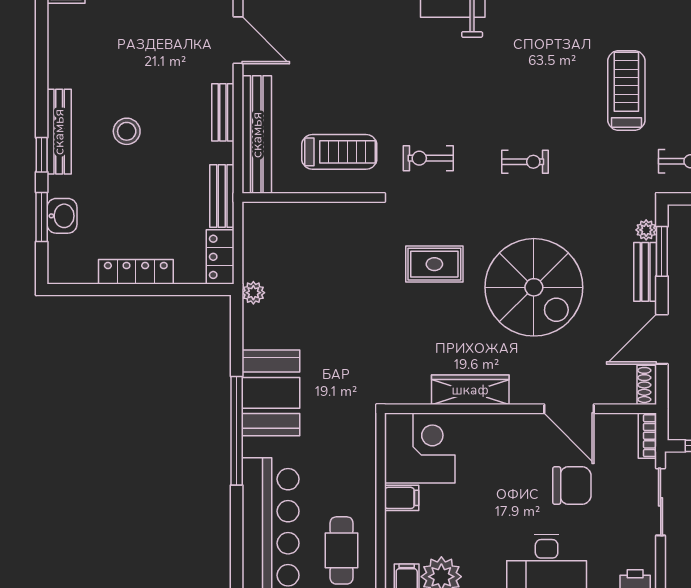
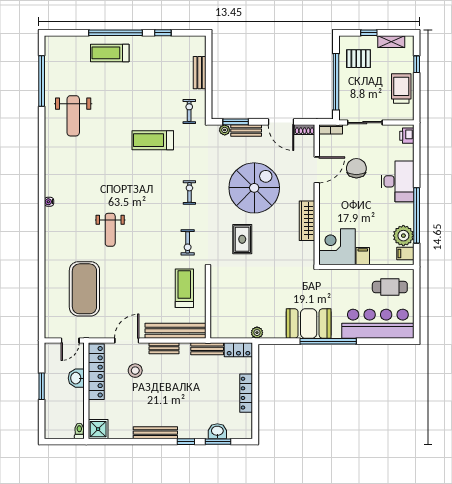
stool: (127, 131) -> (135, 371), moved
bench: (59, 132) -> (155, 433), moved

